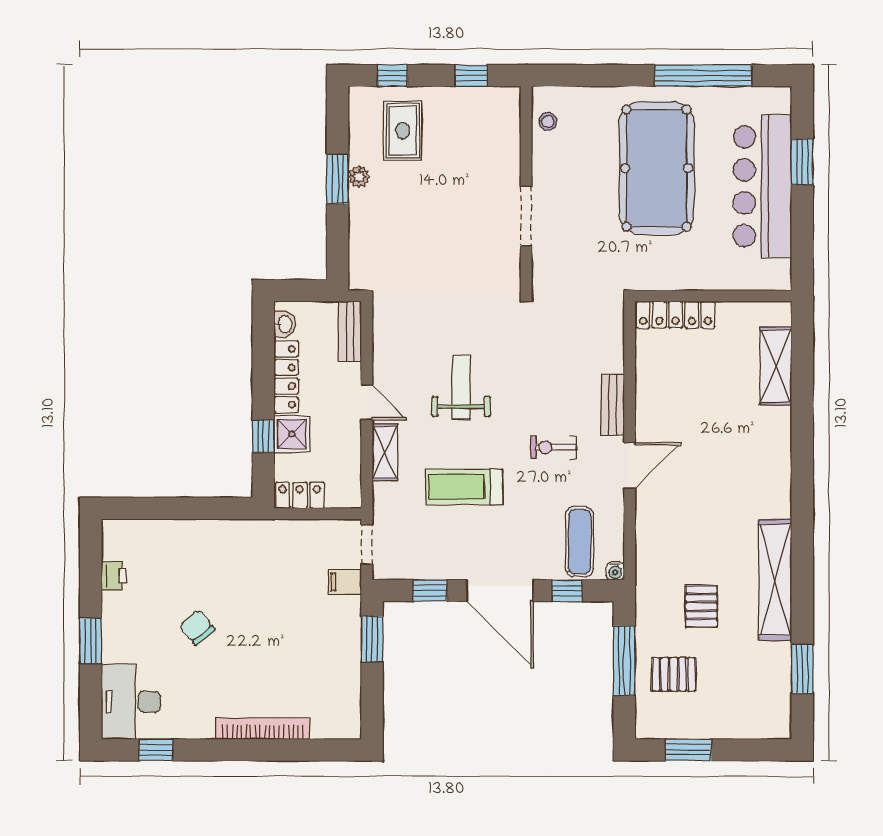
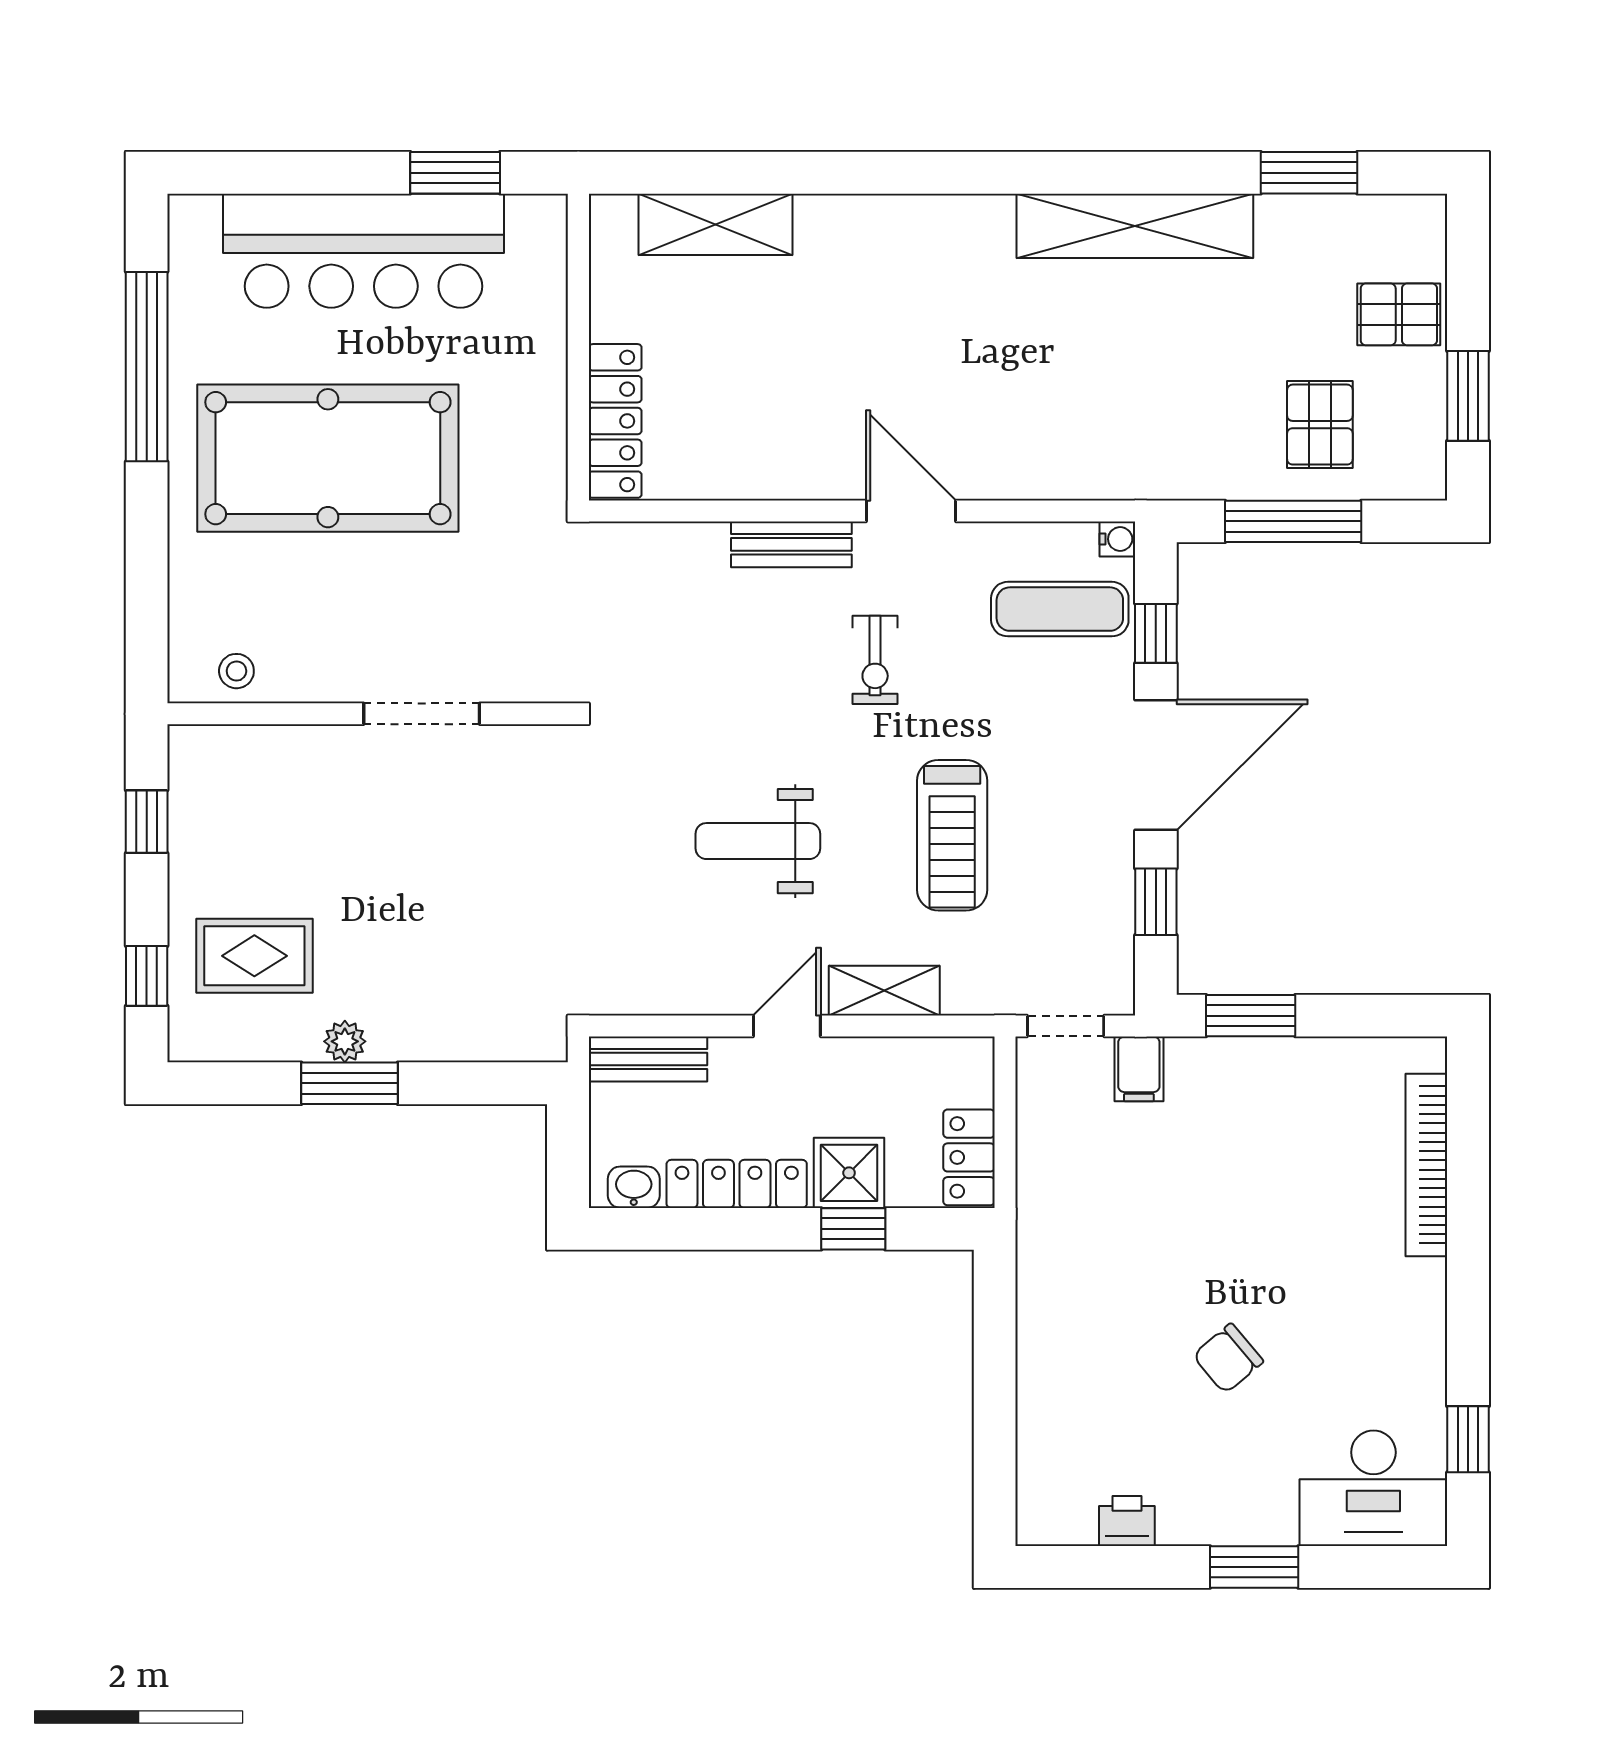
window: (802, 162) -> (455, 173), moved
pallet: (701, 606) -> (1399, 314), moved
bookcase: (263, 729) -> (1426, 1165), moved

